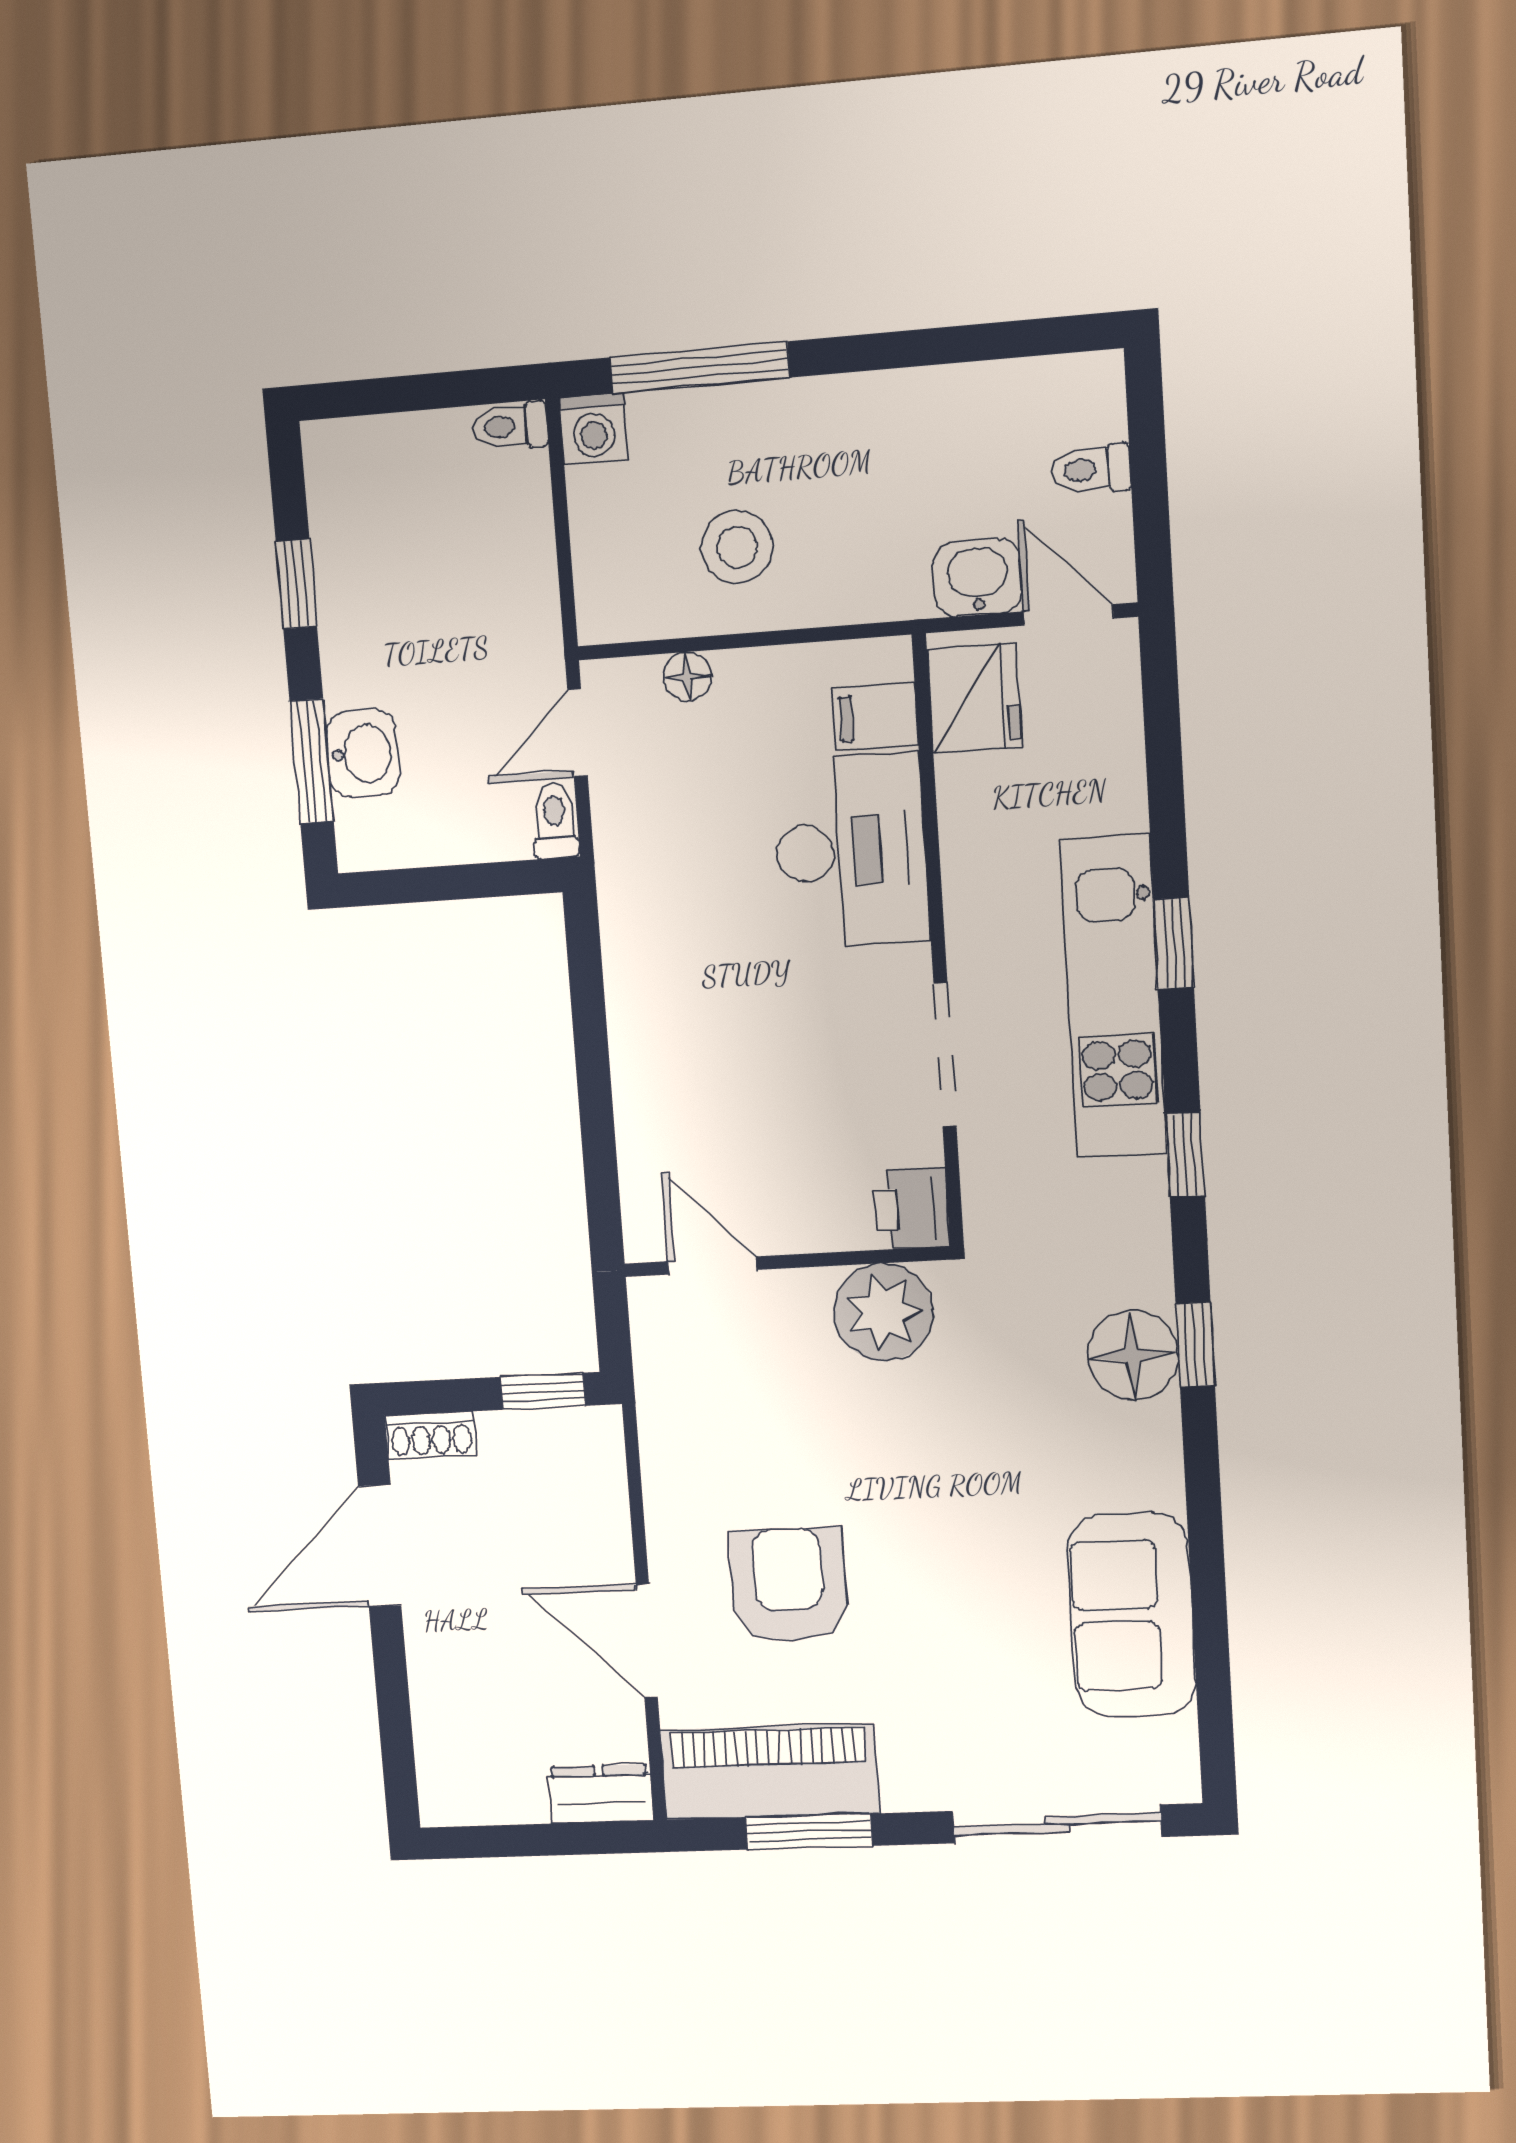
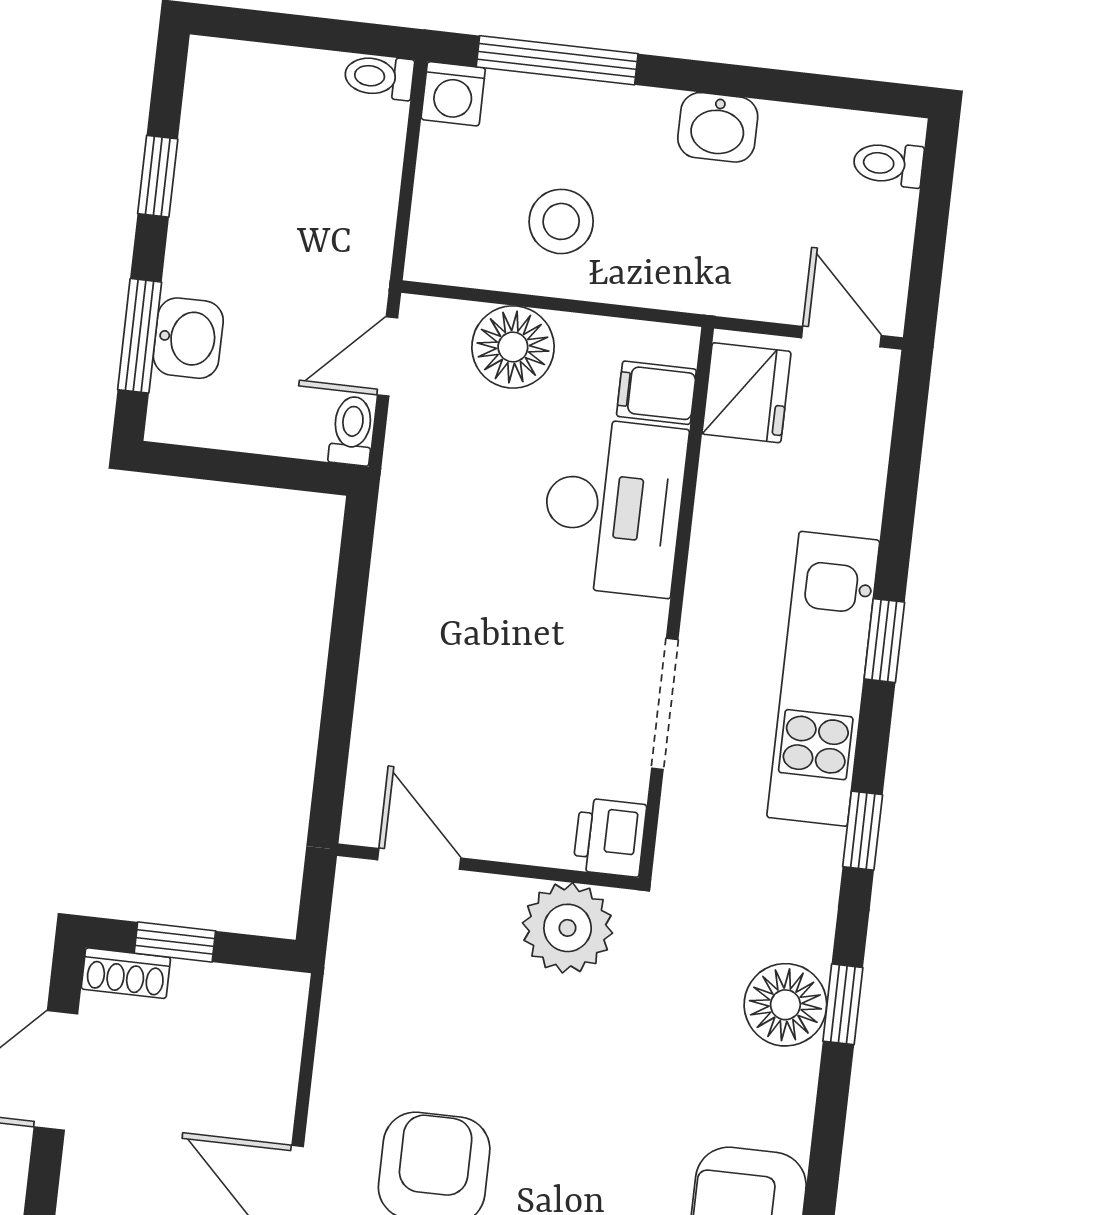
toilet: (1091, 469) -> (888, 164), moved
washbasin: (977, 578) -> (718, 127), moved, turned 180
floor lamp: (687, 676) -> (513, 347), width x1.89, depth x1.89
window: (543, 1391) -> (175, 942), moved

